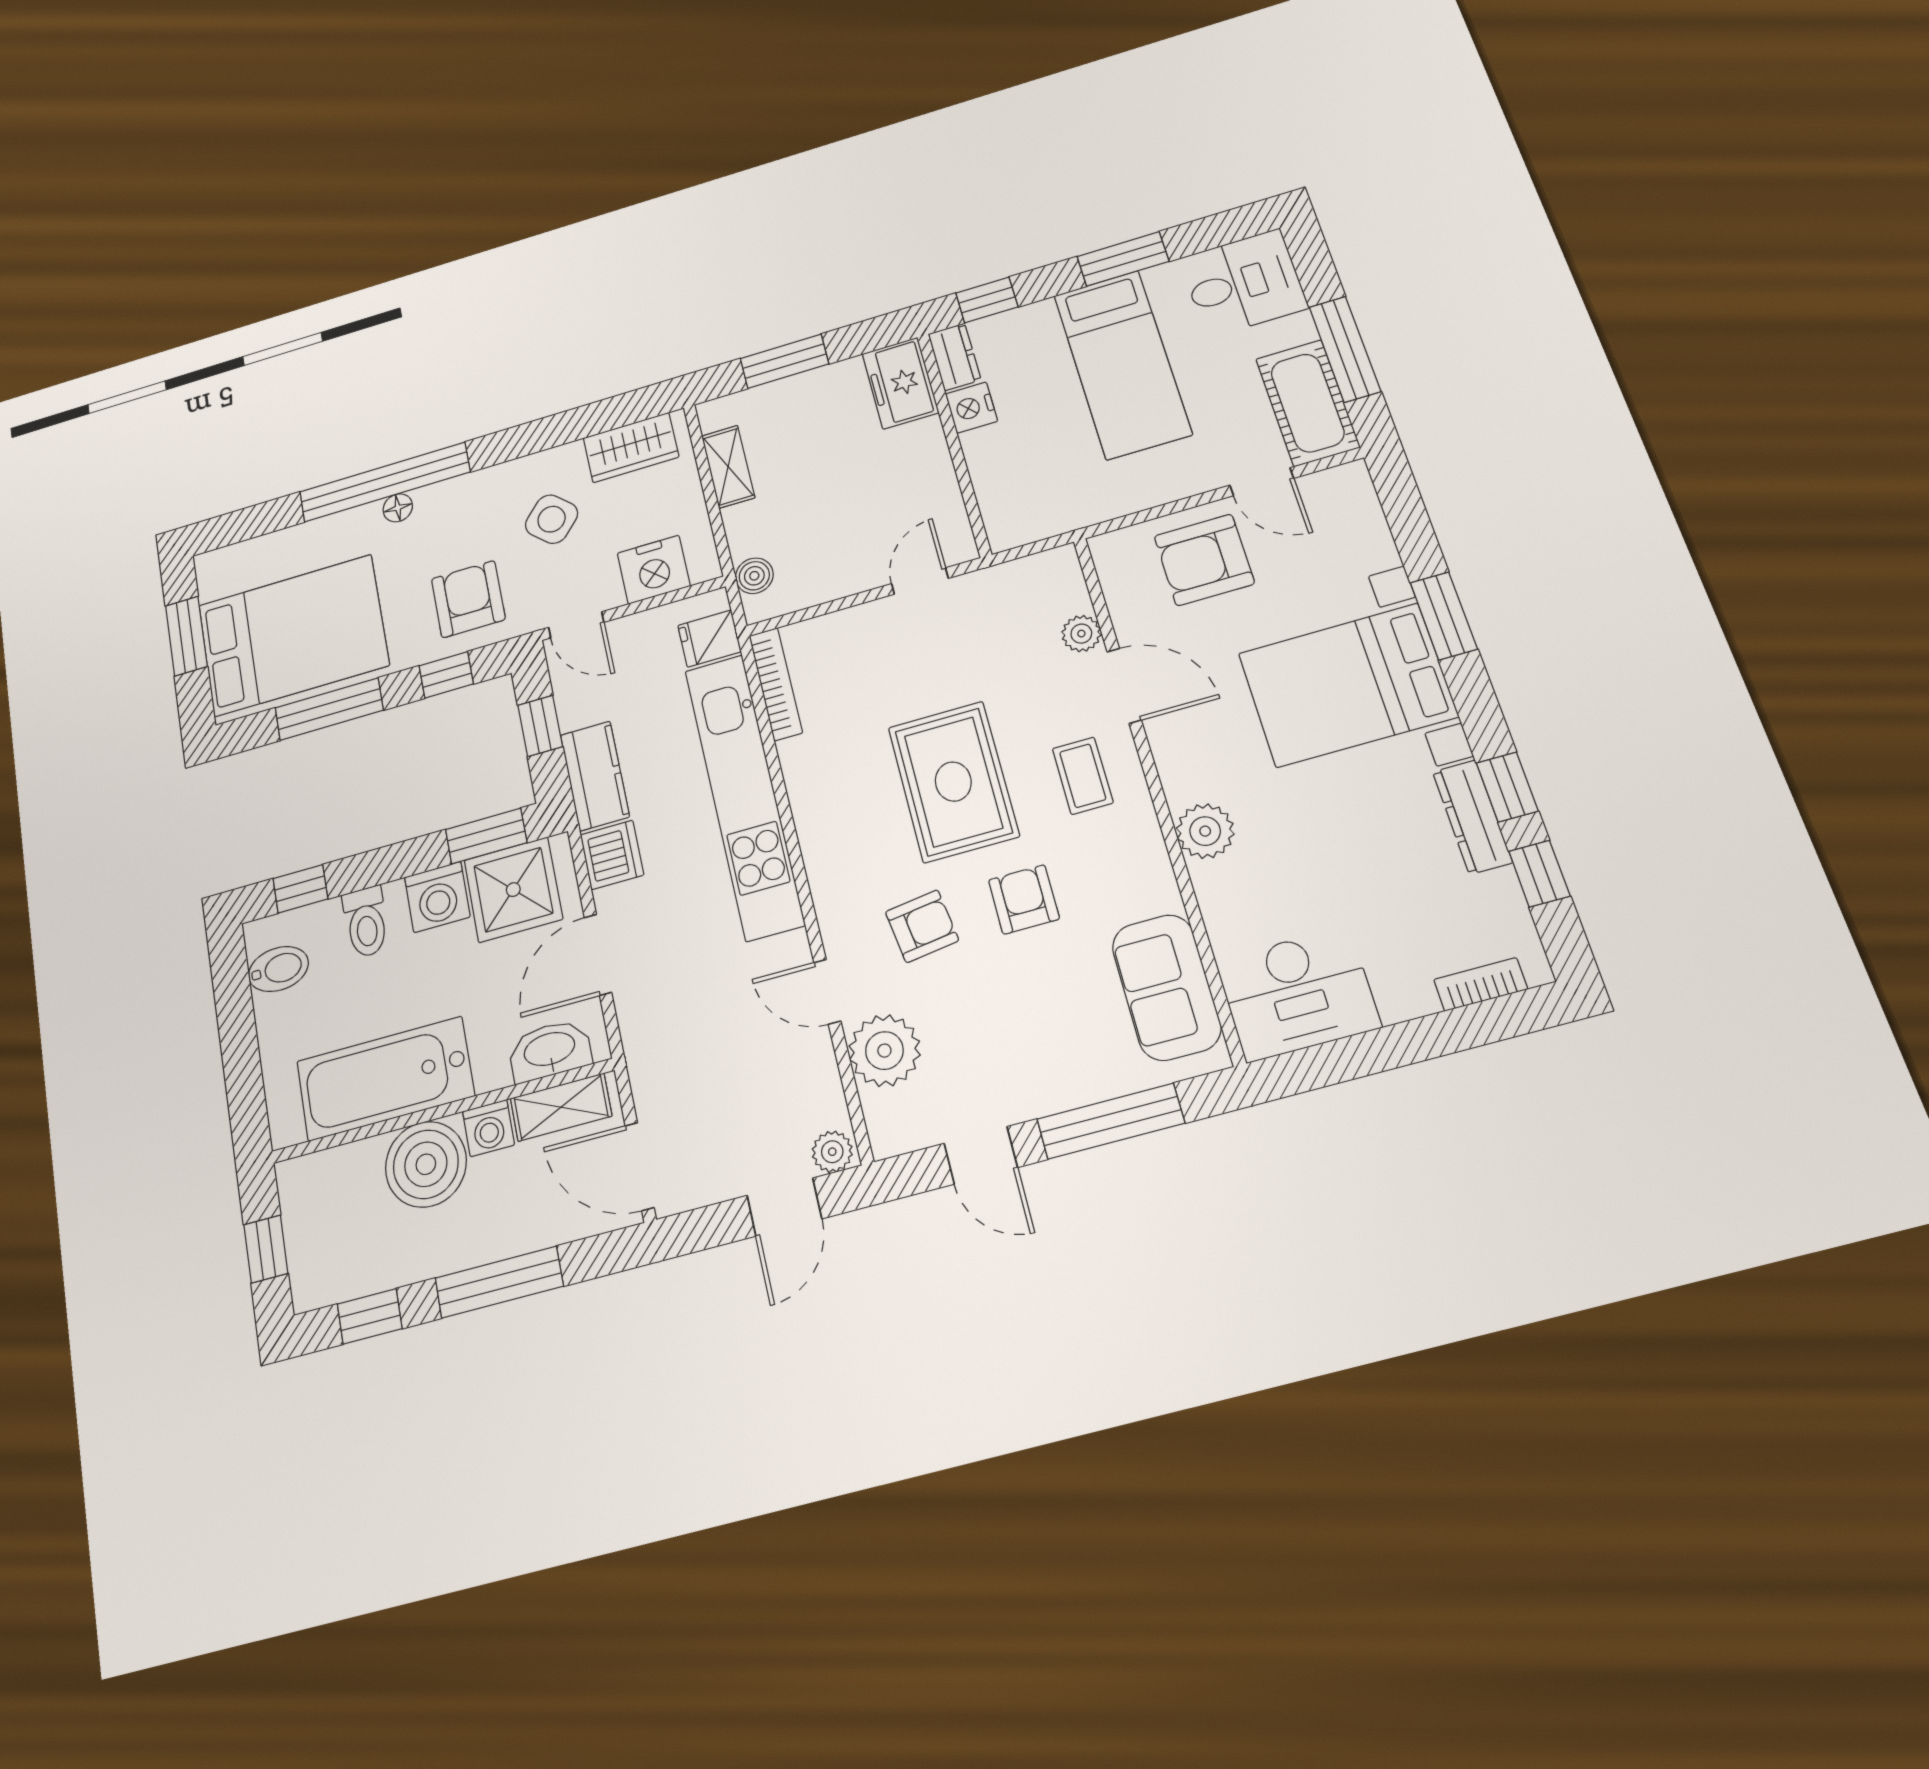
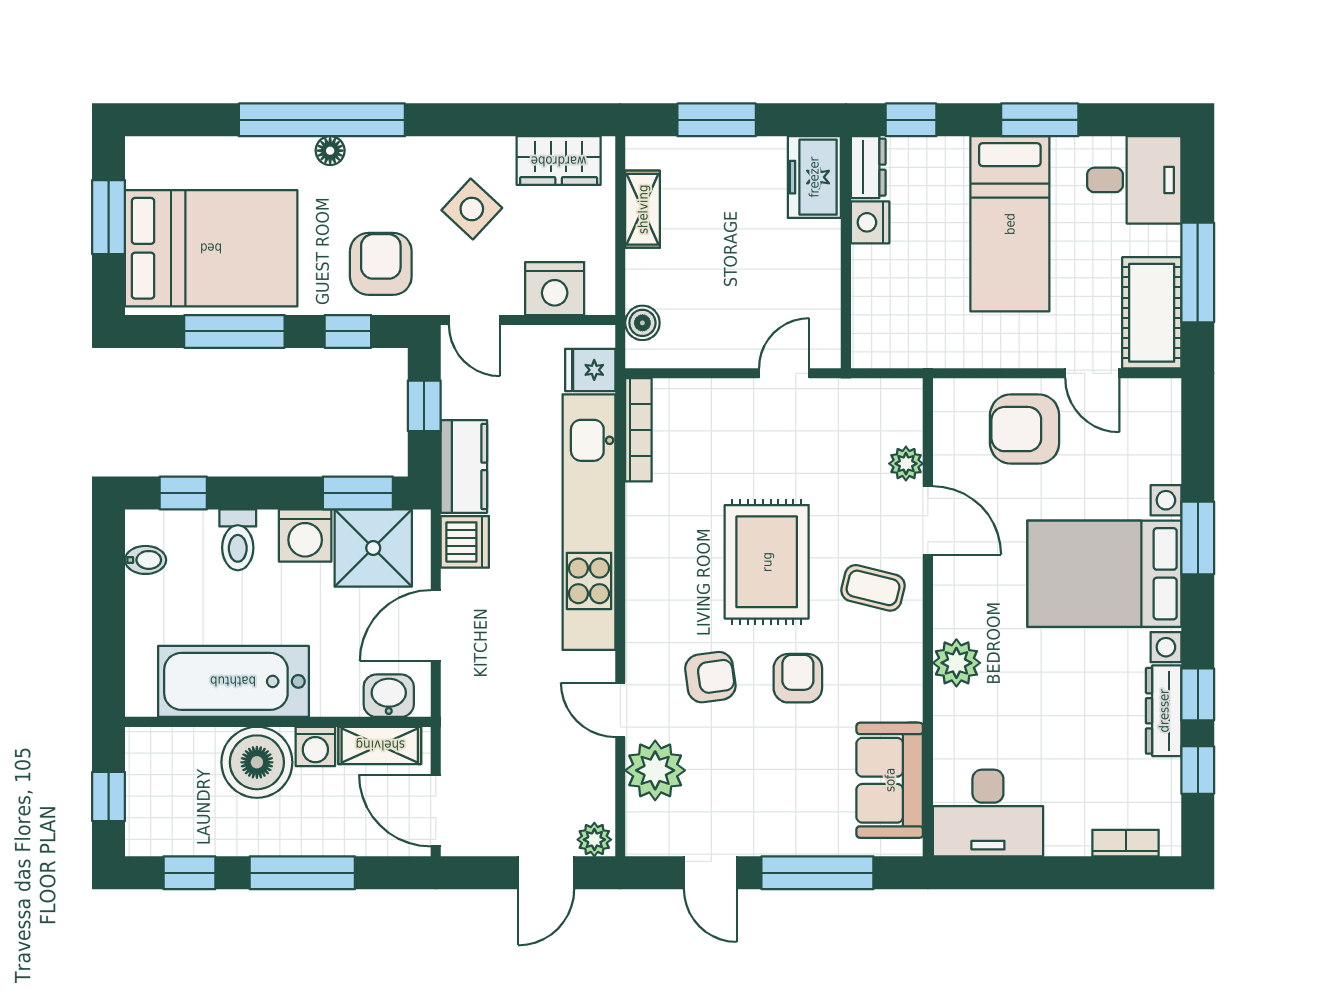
coffee table: (1083, 776) -> (873, 588), turned -76
bidet: (278, 969) -> (145, 560), width x0.72, depth x0.74
washbasin: (550, 1050) -> (389, 696), width x0.72

